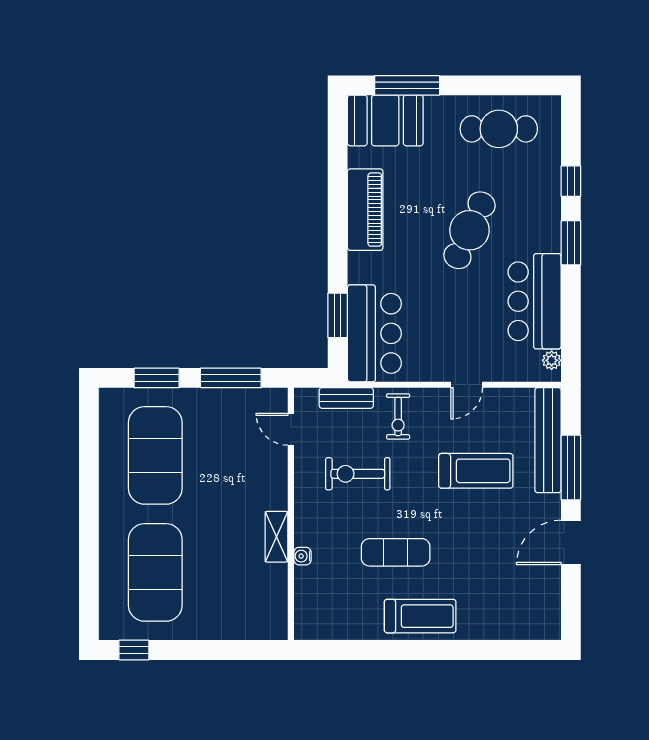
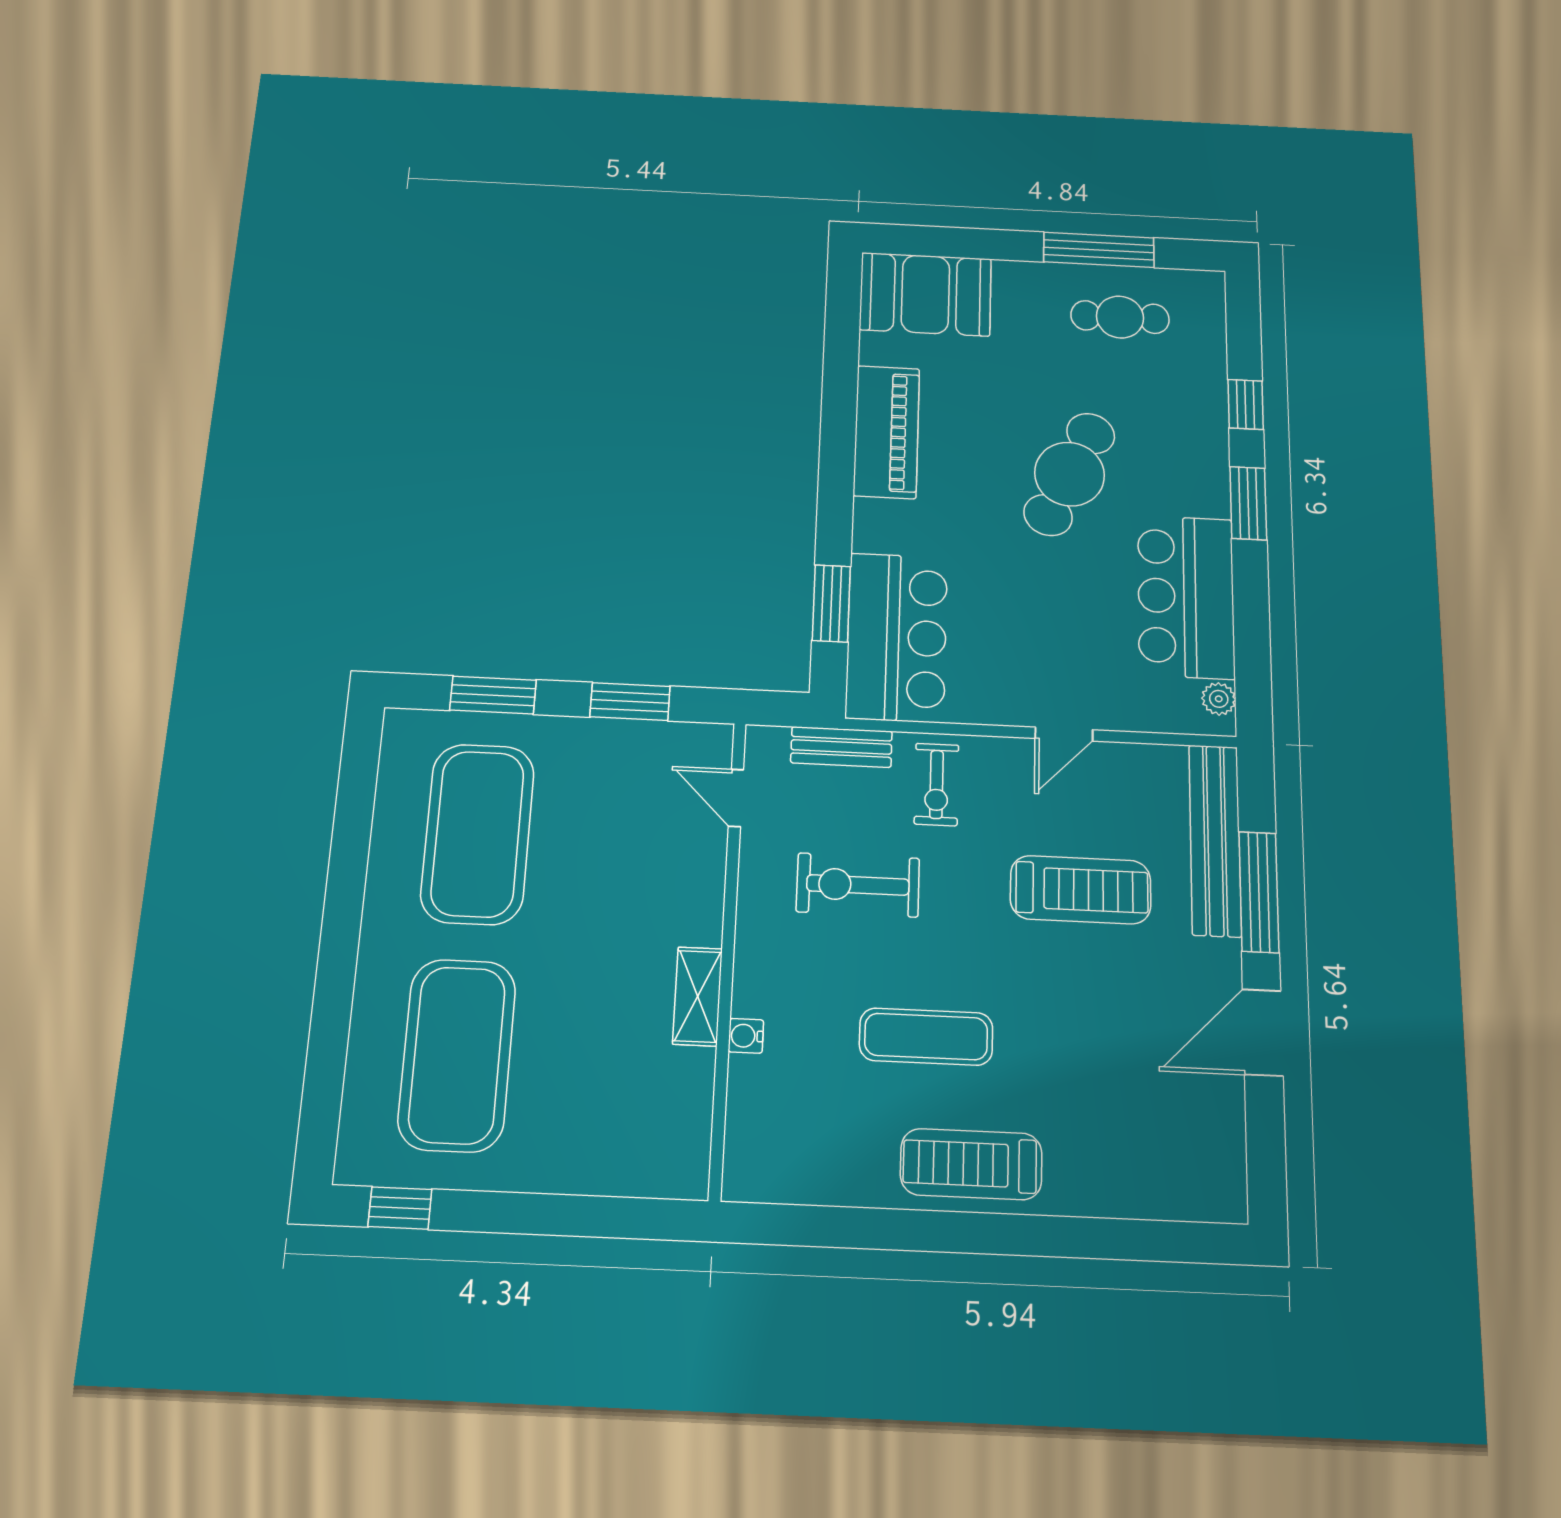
window: (407, 85) -> (1099, 250), moved
cafe table: (499, 129) -> (1120, 317), width x0.73, depth x0.74
window: (231, 378) -> (630, 702), width x0.69
treadmill: (420, 616) -> (971, 1164), turned 180

